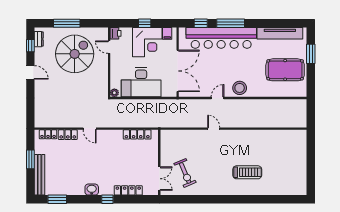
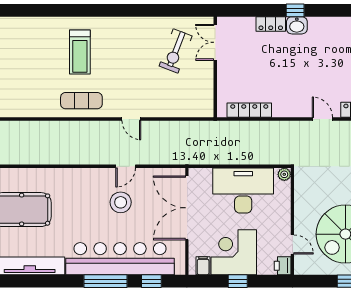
stool: (240, 88) -> (121, 202), moved
exercise mat: (246, 141) -> (81, 101), added
treadmill: (247, 172) -> (80, 52), turned -90
exercise bike: (185, 173) -> (176, 51), turned -136
washbasin: (92, 190) -> (297, 25), moved
locker: (128, 190) -> (271, 24), width x0.66

